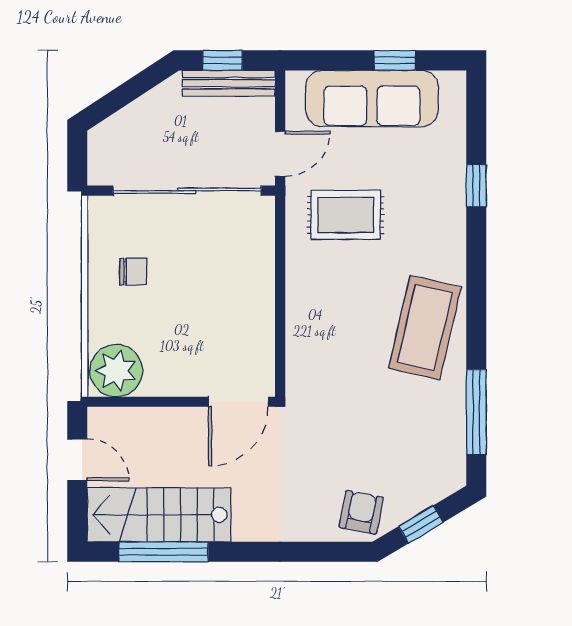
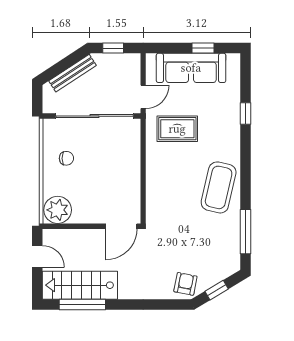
bench: (229, 83) -> (73, 73), moved, turned -33

